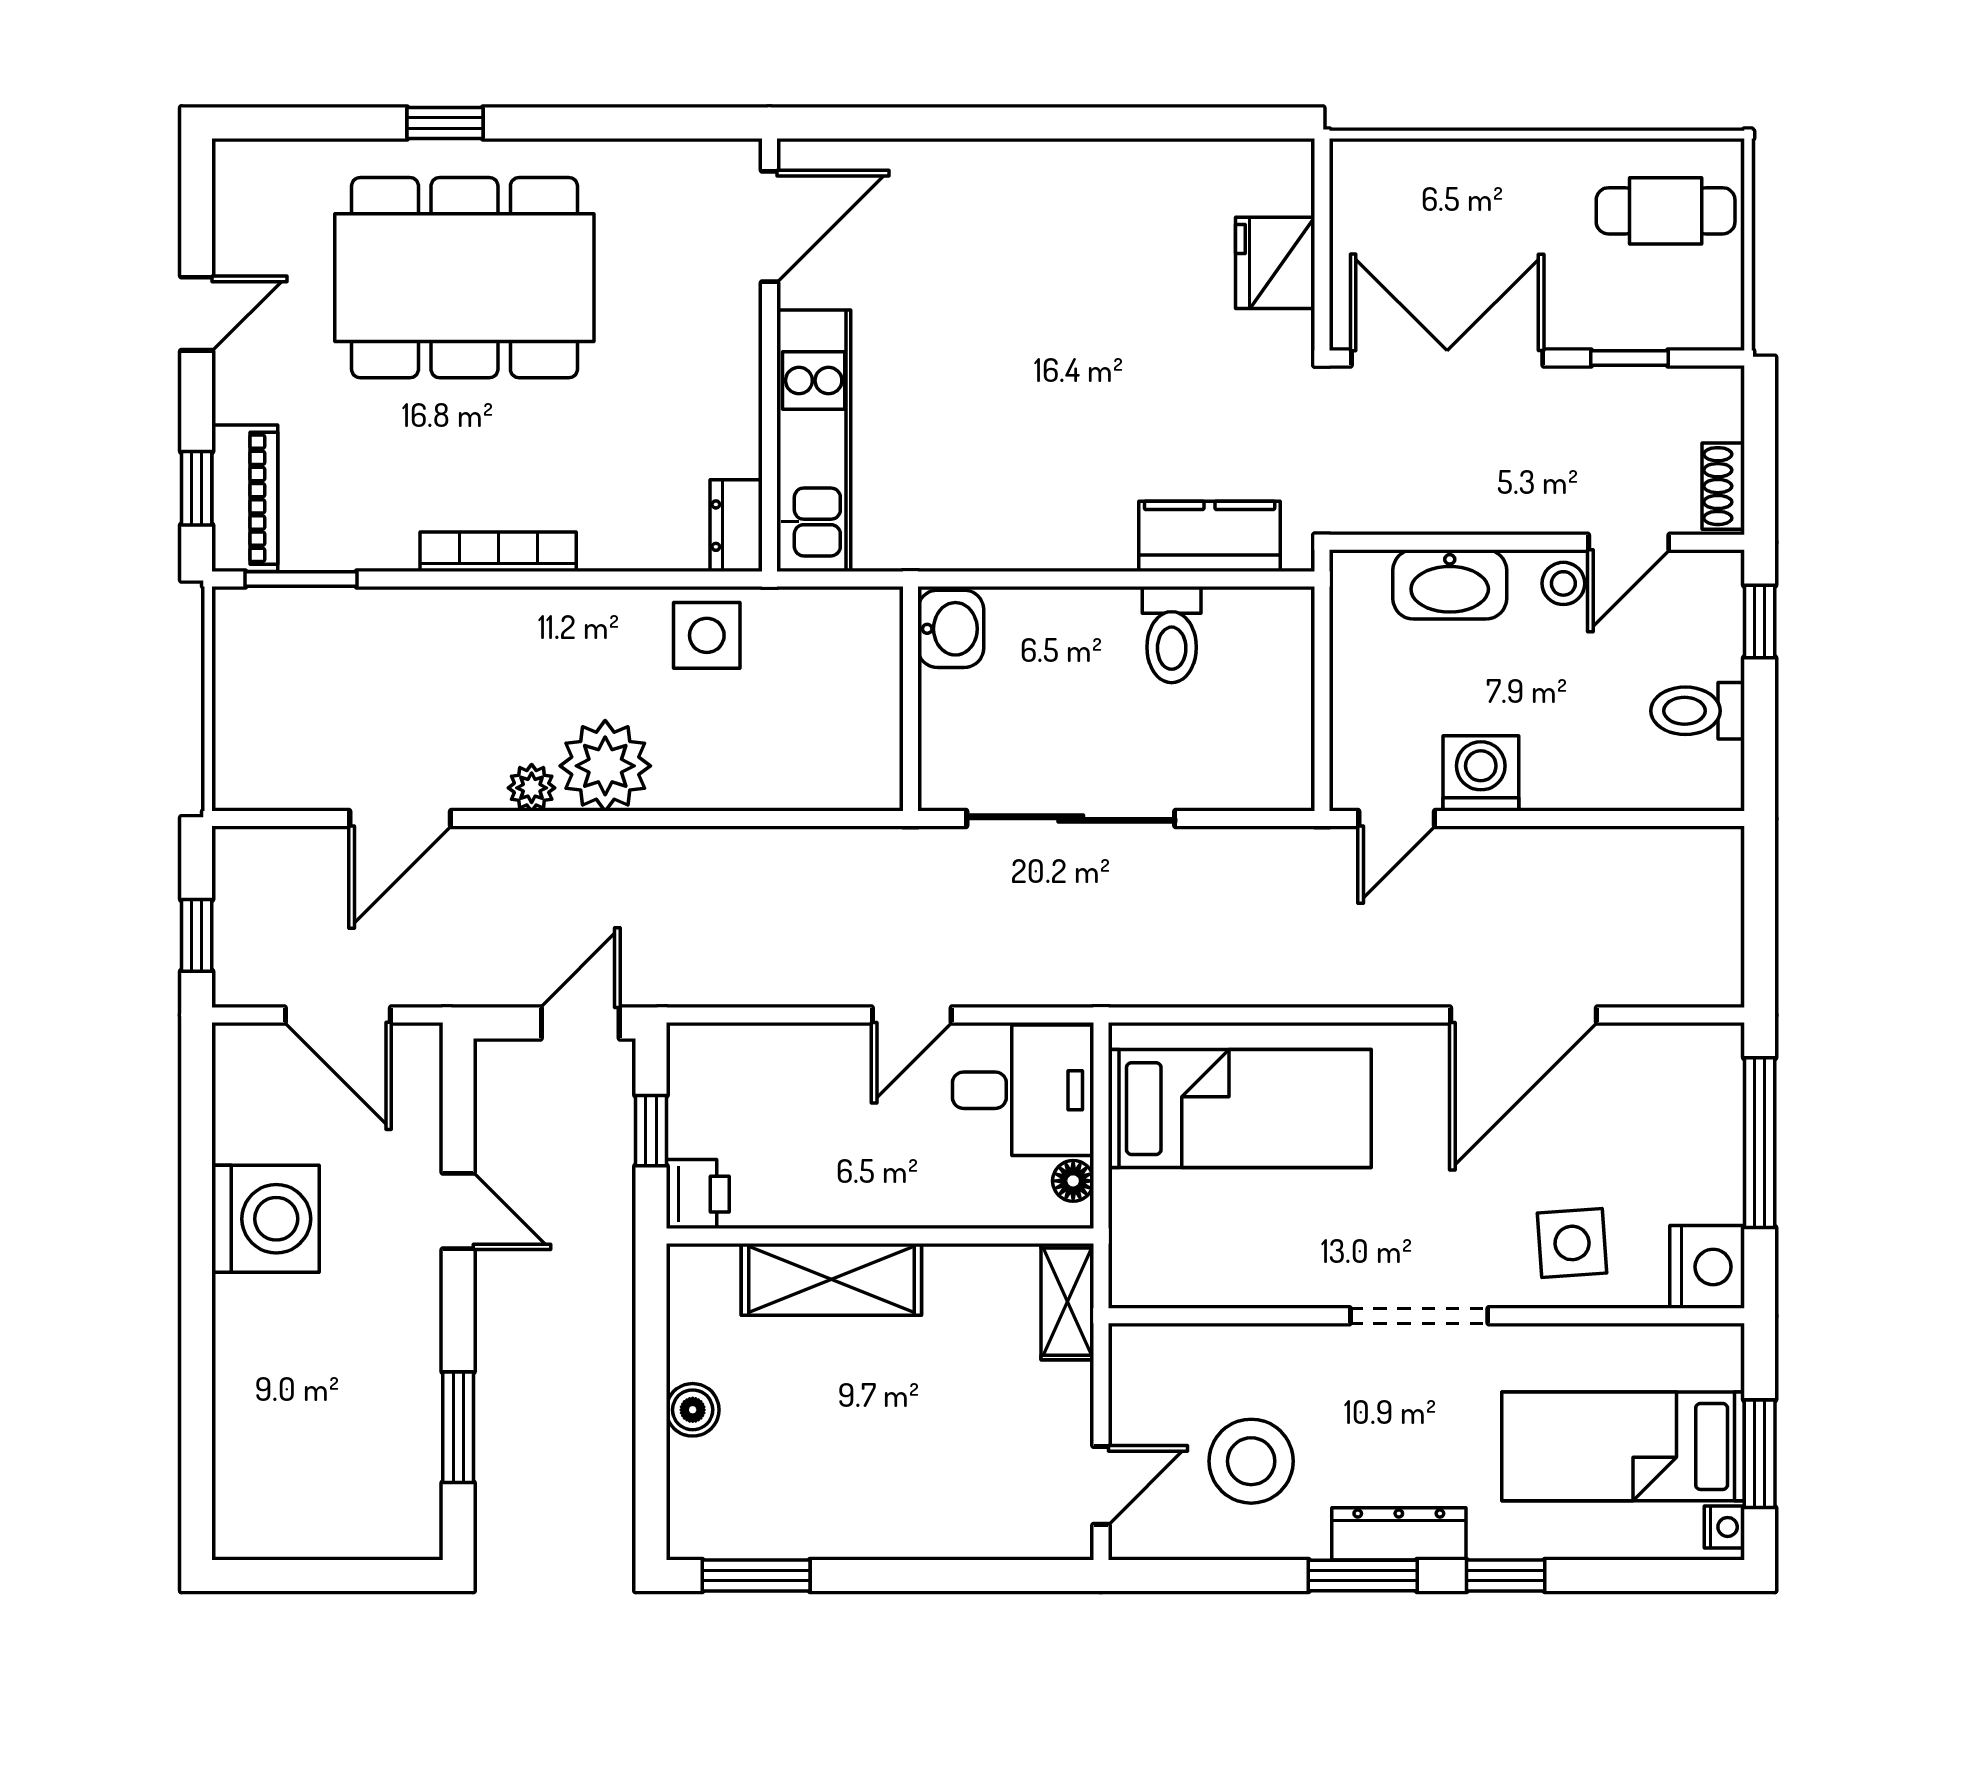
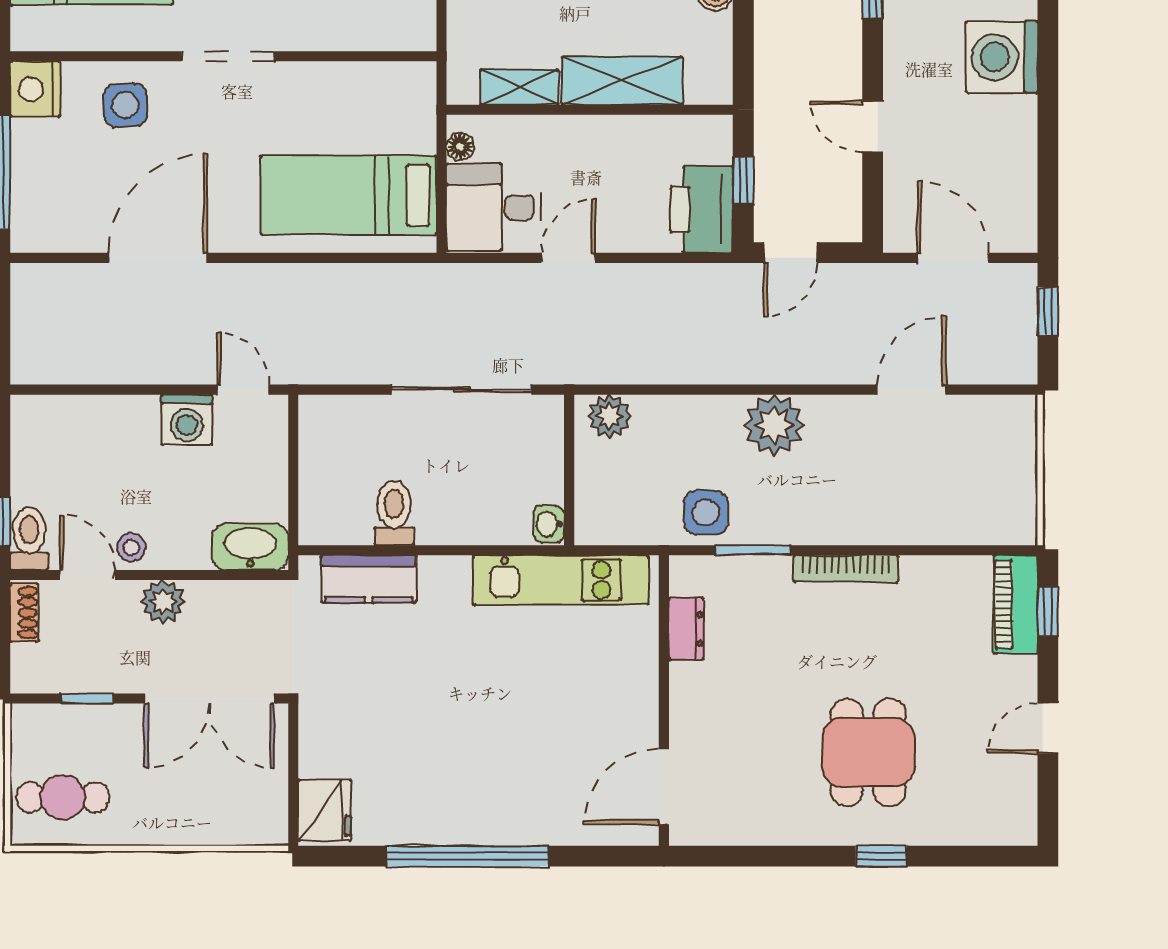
window: (1062, 123) -> (467, 856), added
fridge: (1275, 263) -> (325, 810), moved
dining table: (464, 278) -> (868, 752), width x0.53, depth x0.80
kitchen unit: (814, 441) -> (561, 580), moved, turned -90
plant: (1516, 502) -> (163, 602), added
dresser: (736, 526) -> (686, 629), moved
door: (1629, 542) -> (87, 575), hinge flipped
window: (301, 579) -> (753, 550), moved
washbasin: (1450, 584) -> (250, 547), moved
washbasin: (951, 629) -> (549, 524), width x0.72, depth x0.69
toilet: (1698, 711) -> (29, 539), moved, turned -90
plant: (532, 788) -> (609, 416), moved, width x1.38, depth x1.38
door: (1397, 819) -> (243, 390), hinge flipped
printer: (698, 1194) -> (702, 210), moved, width x1.87, depth x1.48
washing machine: (266, 1219) -> (1002, 57), moved
shelving: (1067, 1302) -> (520, 87), moved, turned 90

